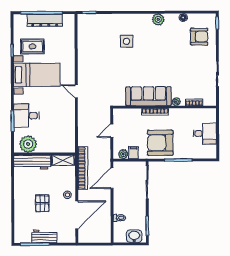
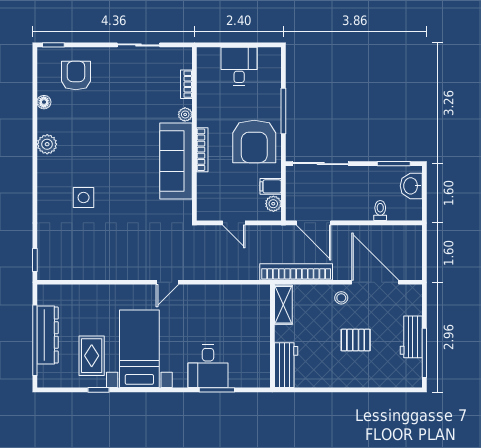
plant: (28, 144) -> (256, 364), removed
workbench: (32, 162) -> (286, 365), width x0.73

